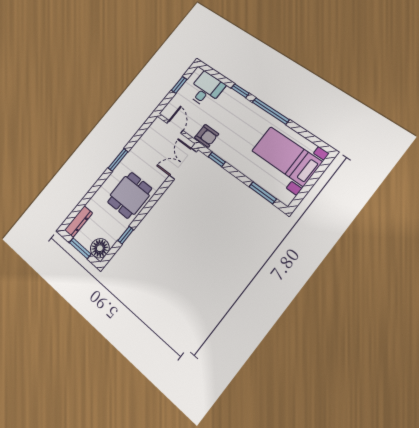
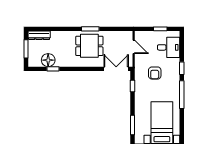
door: (175, 127) -> (134, 47), hinge flipped
armchair: (207, 136) -> (155, 73), moved
dining table: (130, 195) -> (89, 46), moved
floor lamp: (100, 248) -> (48, 60), moved

